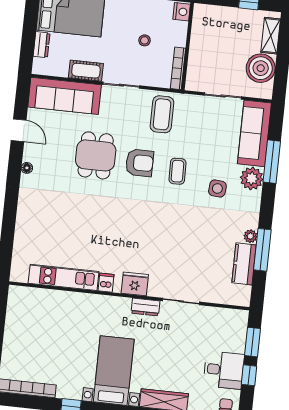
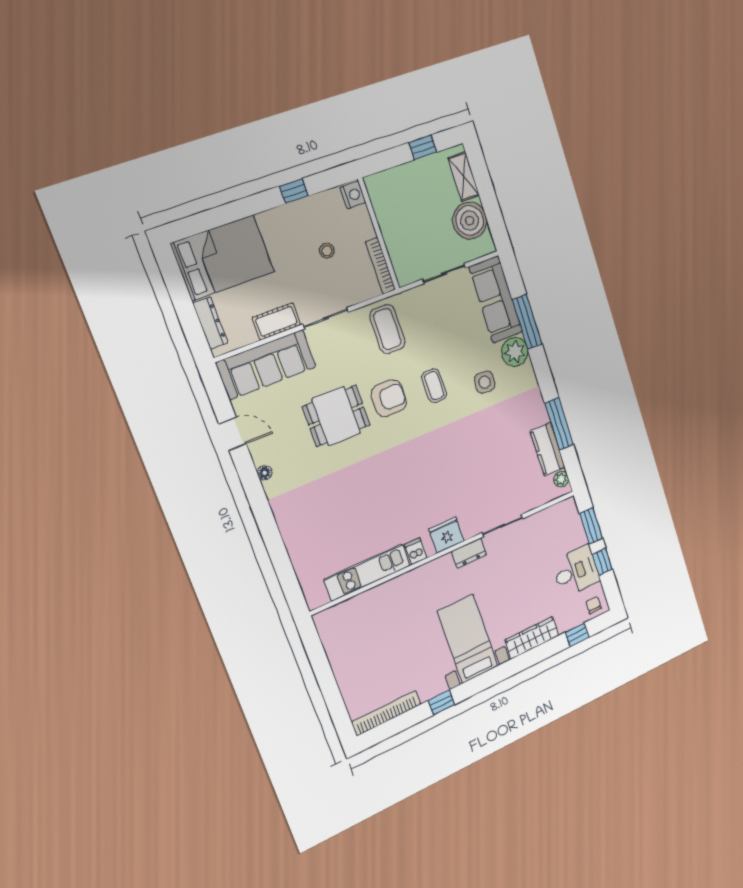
dresser: (42, 45) -> (210, 323), width x1.44
dining table: (96, 155) -> (336, 416), turned 90
plant: (250, 236) -> (561, 479), moved

